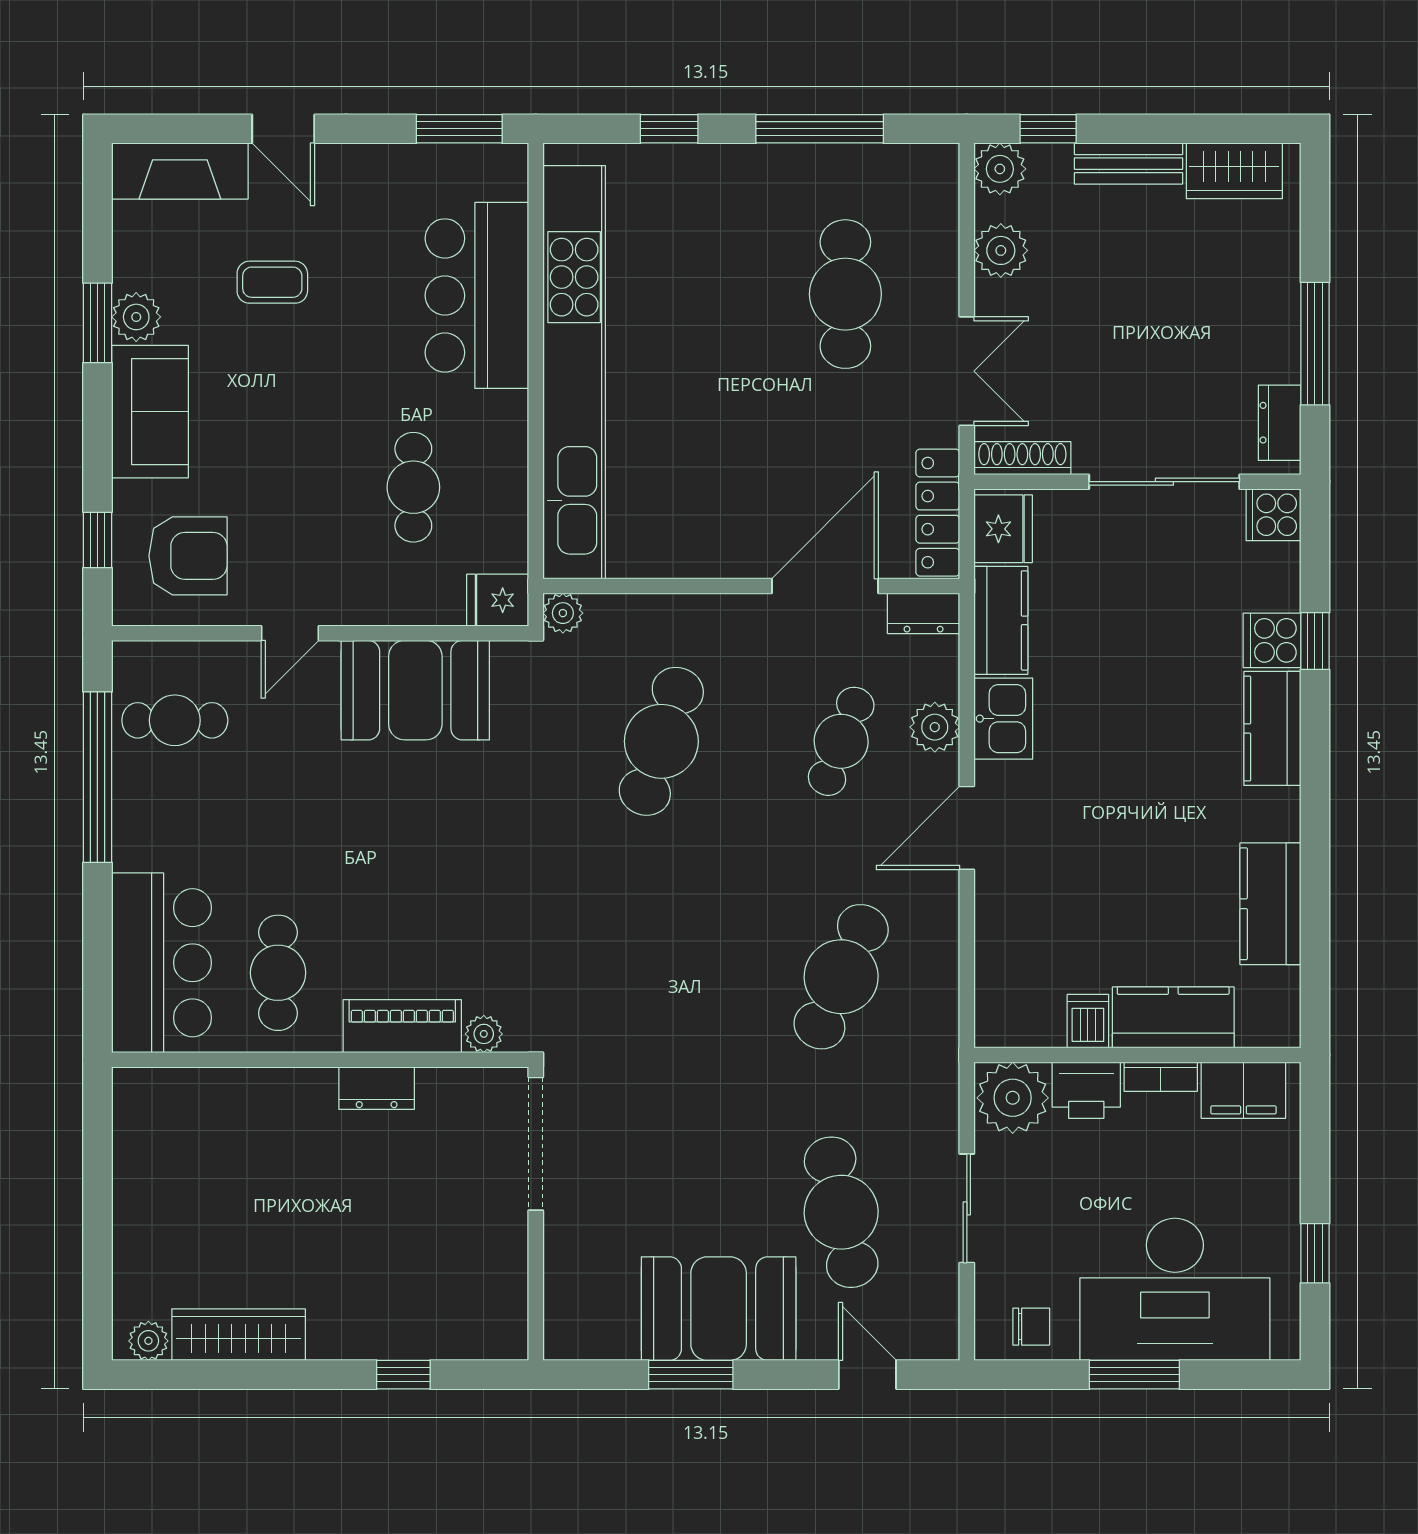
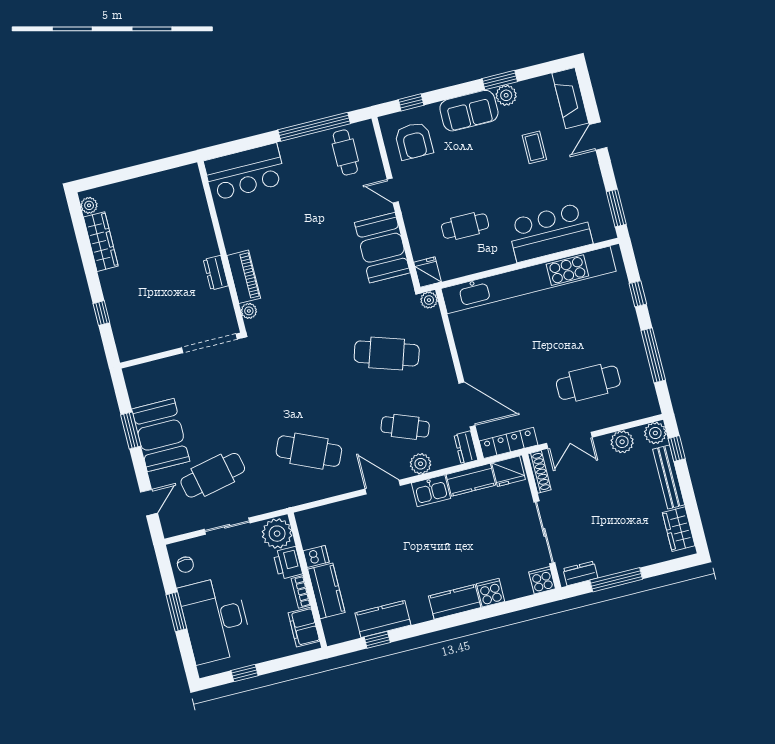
bench: (1128, 164) -> (669, 477), width x1.36
window: (1315, 641) -> (377, 640), moved
cafe table: (278, 973) -> (253, 221), removed

